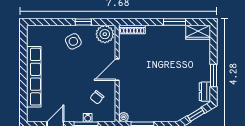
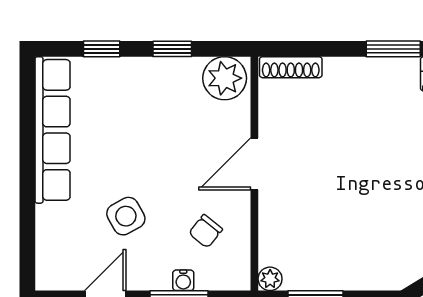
window: (54, 22) -> (102, 49), added
side table: (73, 41) -> (126, 216), moved
row of seats: (34, 77) -> (53, 130), moved

